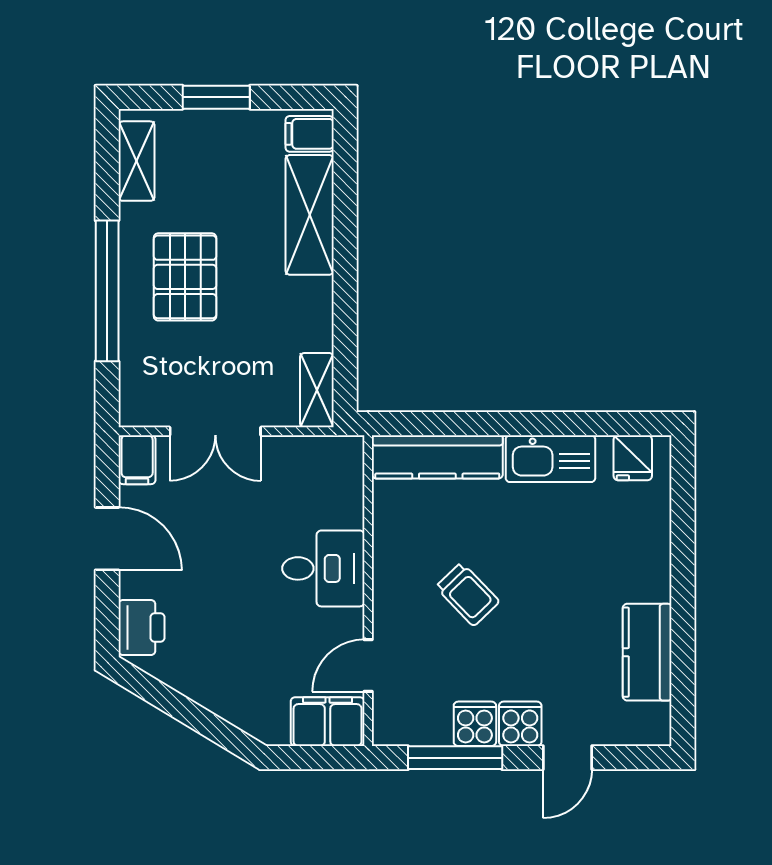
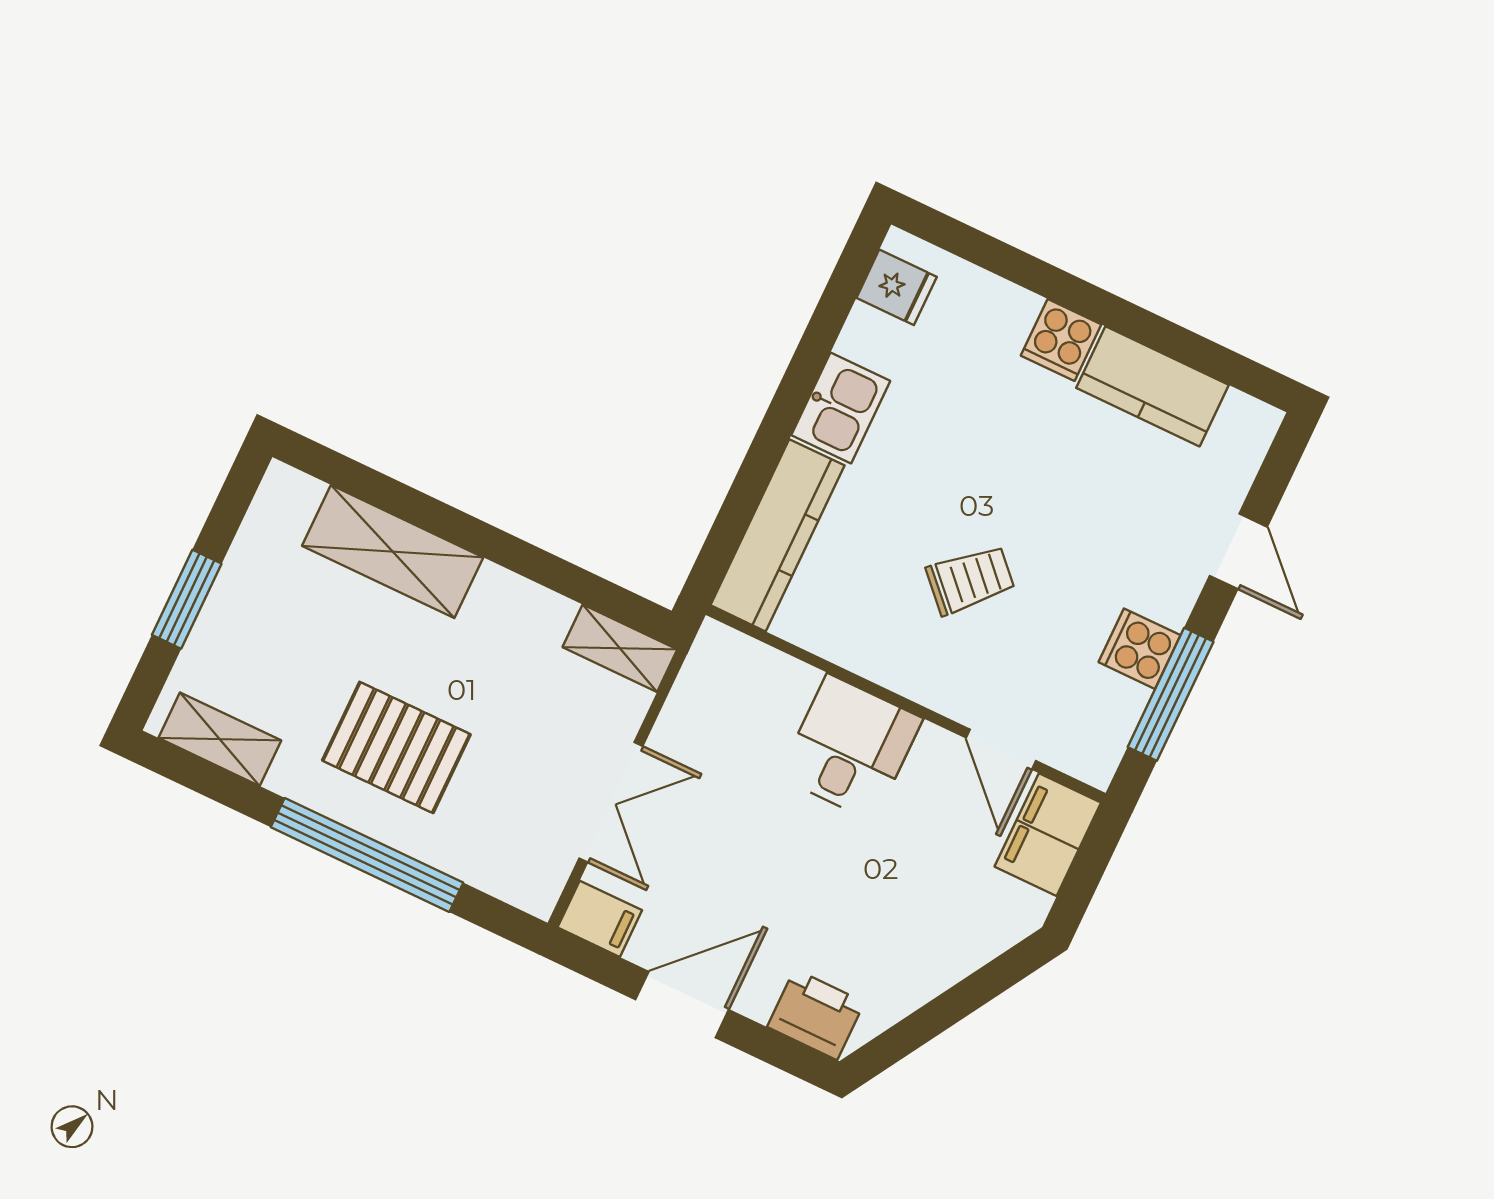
filing cabinet: (310, 134) -> (290, 503), removed
kitchen sink: (550, 459) -> (841, 408), width x0.73
cooker: (520, 724) -> (1061, 340), moved, turned -90

